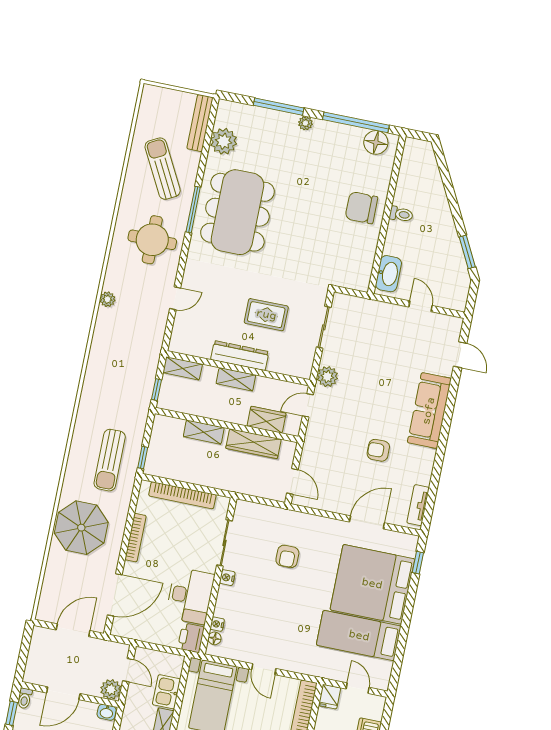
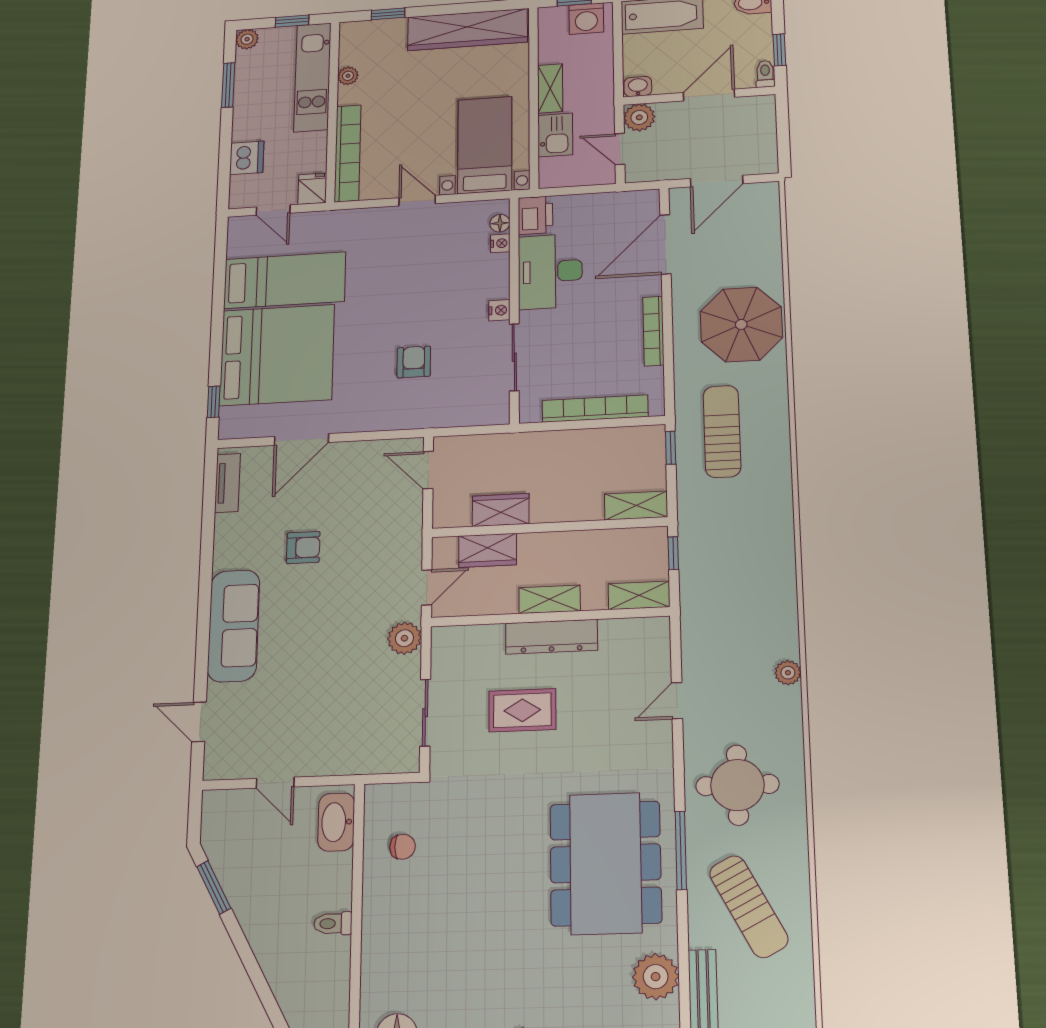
chair: (361, 208) -> (403, 847), moved, width x0.54, depth x0.54
shelving: (204, 432) -> (636, 506), moved
wardrobe: (253, 444) -> (501, 510), width x0.67

